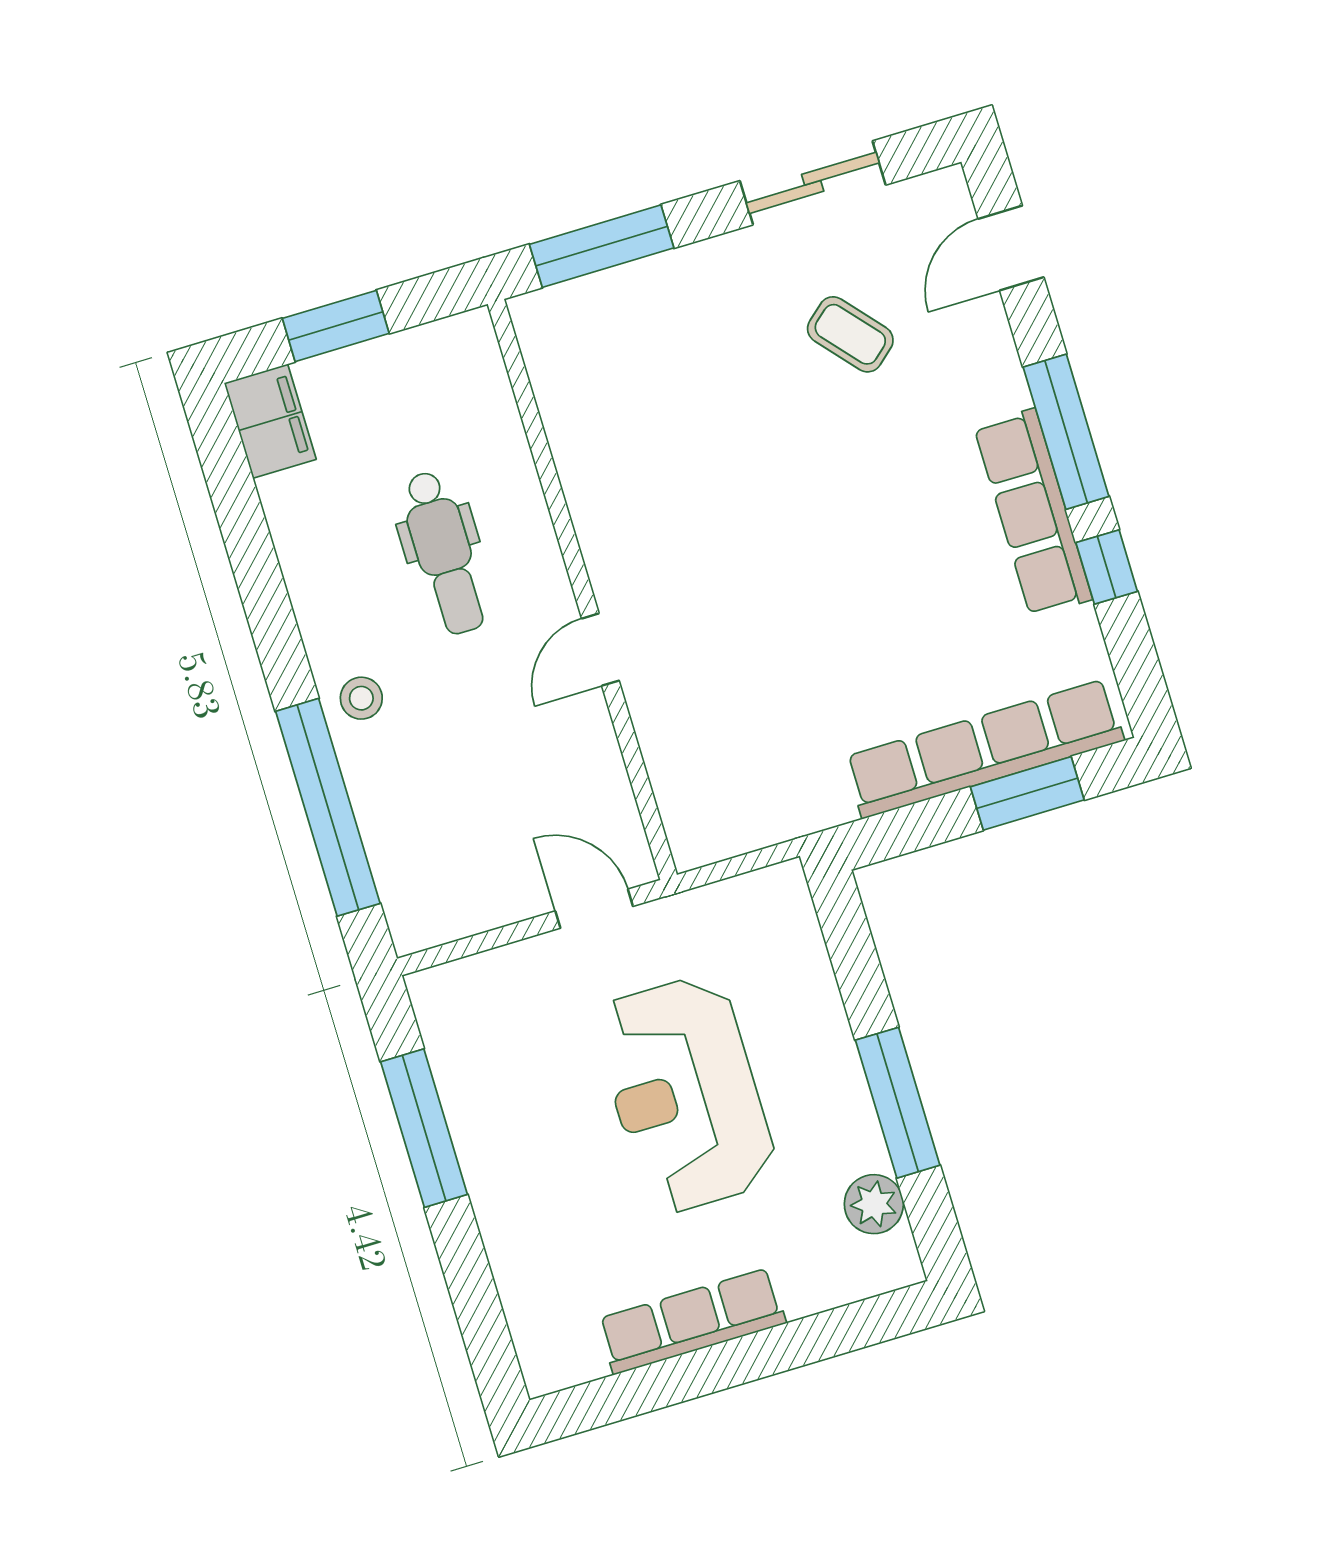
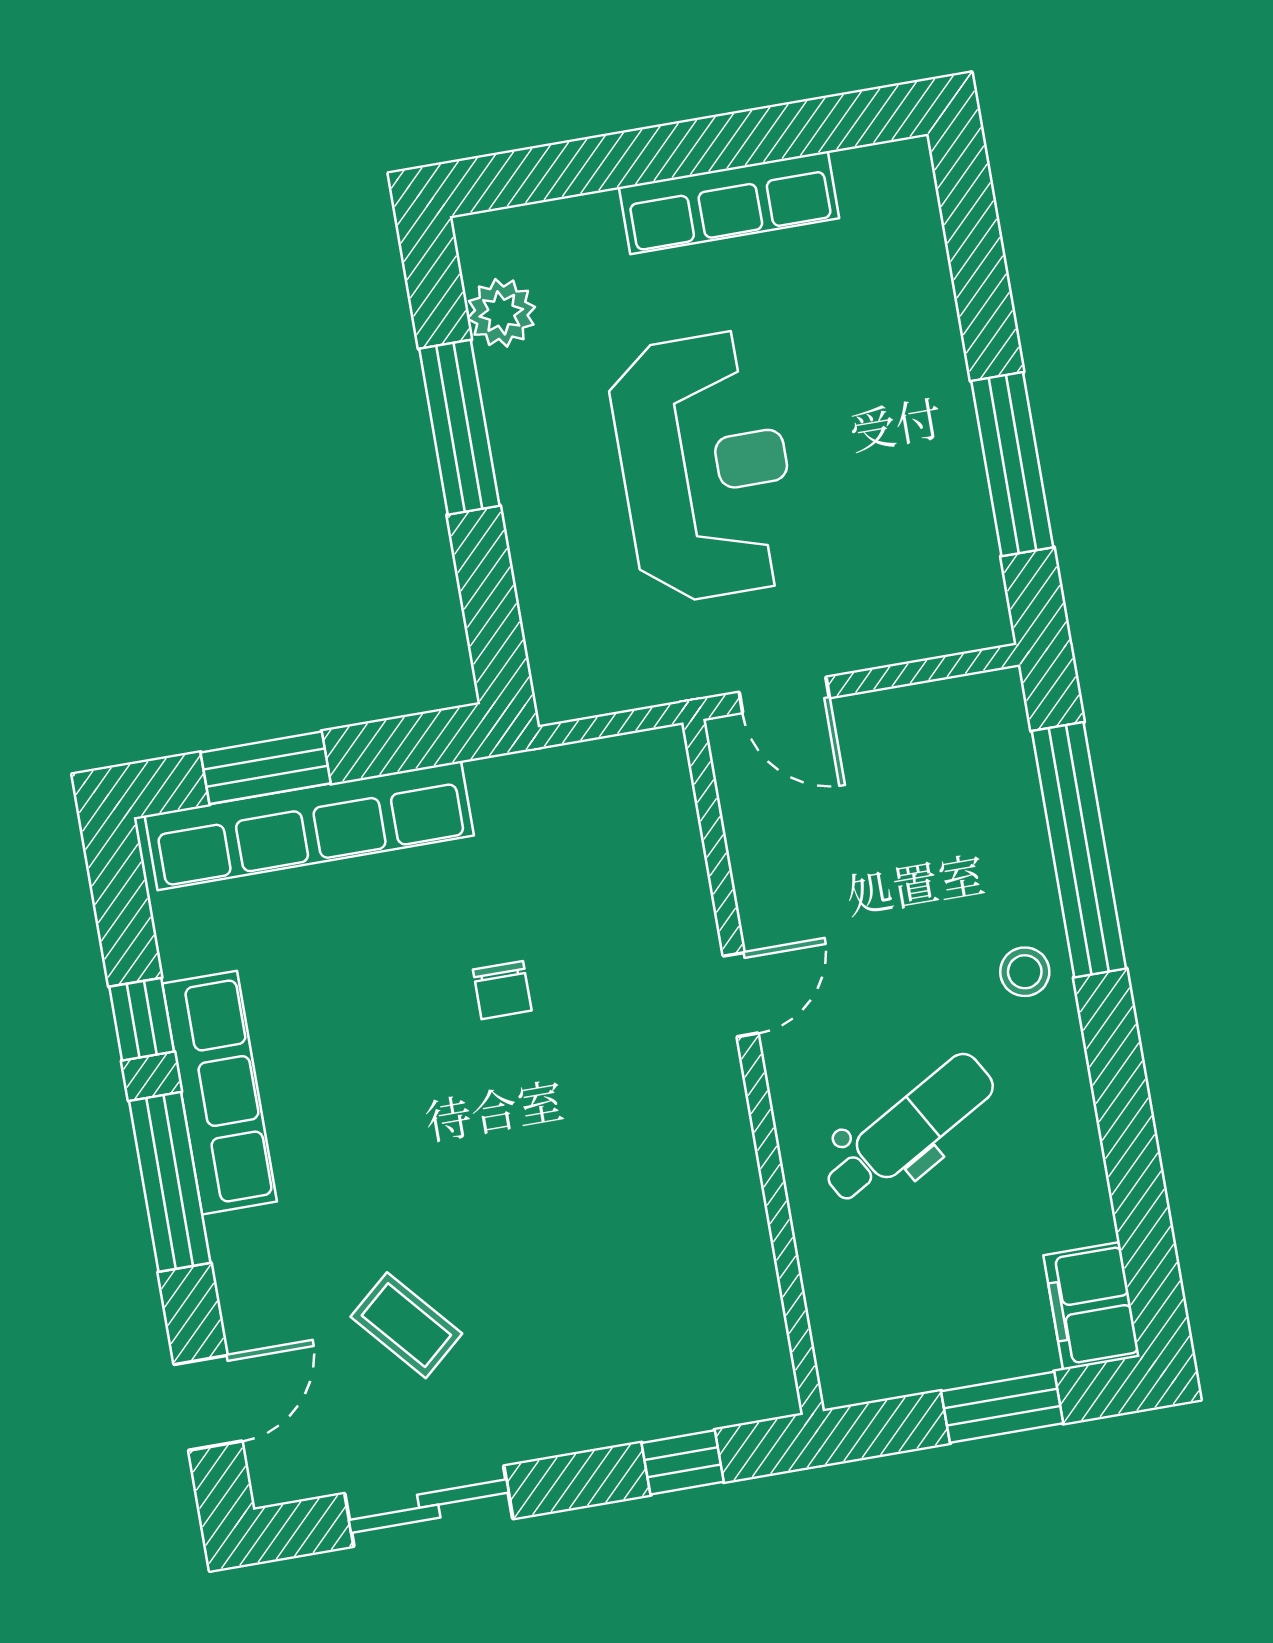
window: (602, 246) -> (683, 1462), width x0.46
dental chair: (444, 553) -> (909, 1129), turned 60
chair: (803, 629) -> (502, 990), added

